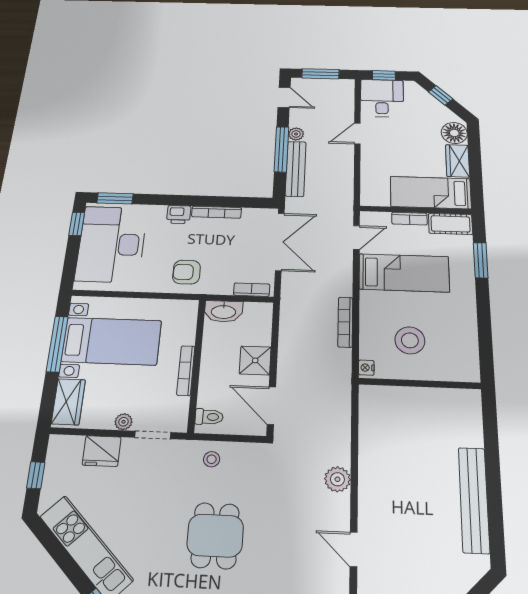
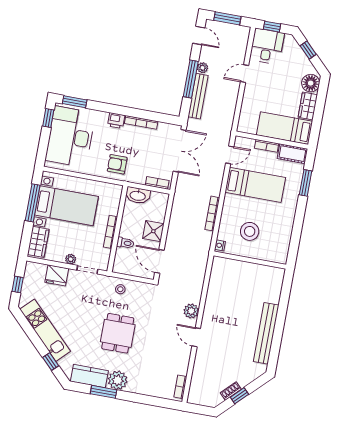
toilet: (209, 417) -> (125, 243), moved
door: (354, 549) -> (196, 337), moved

